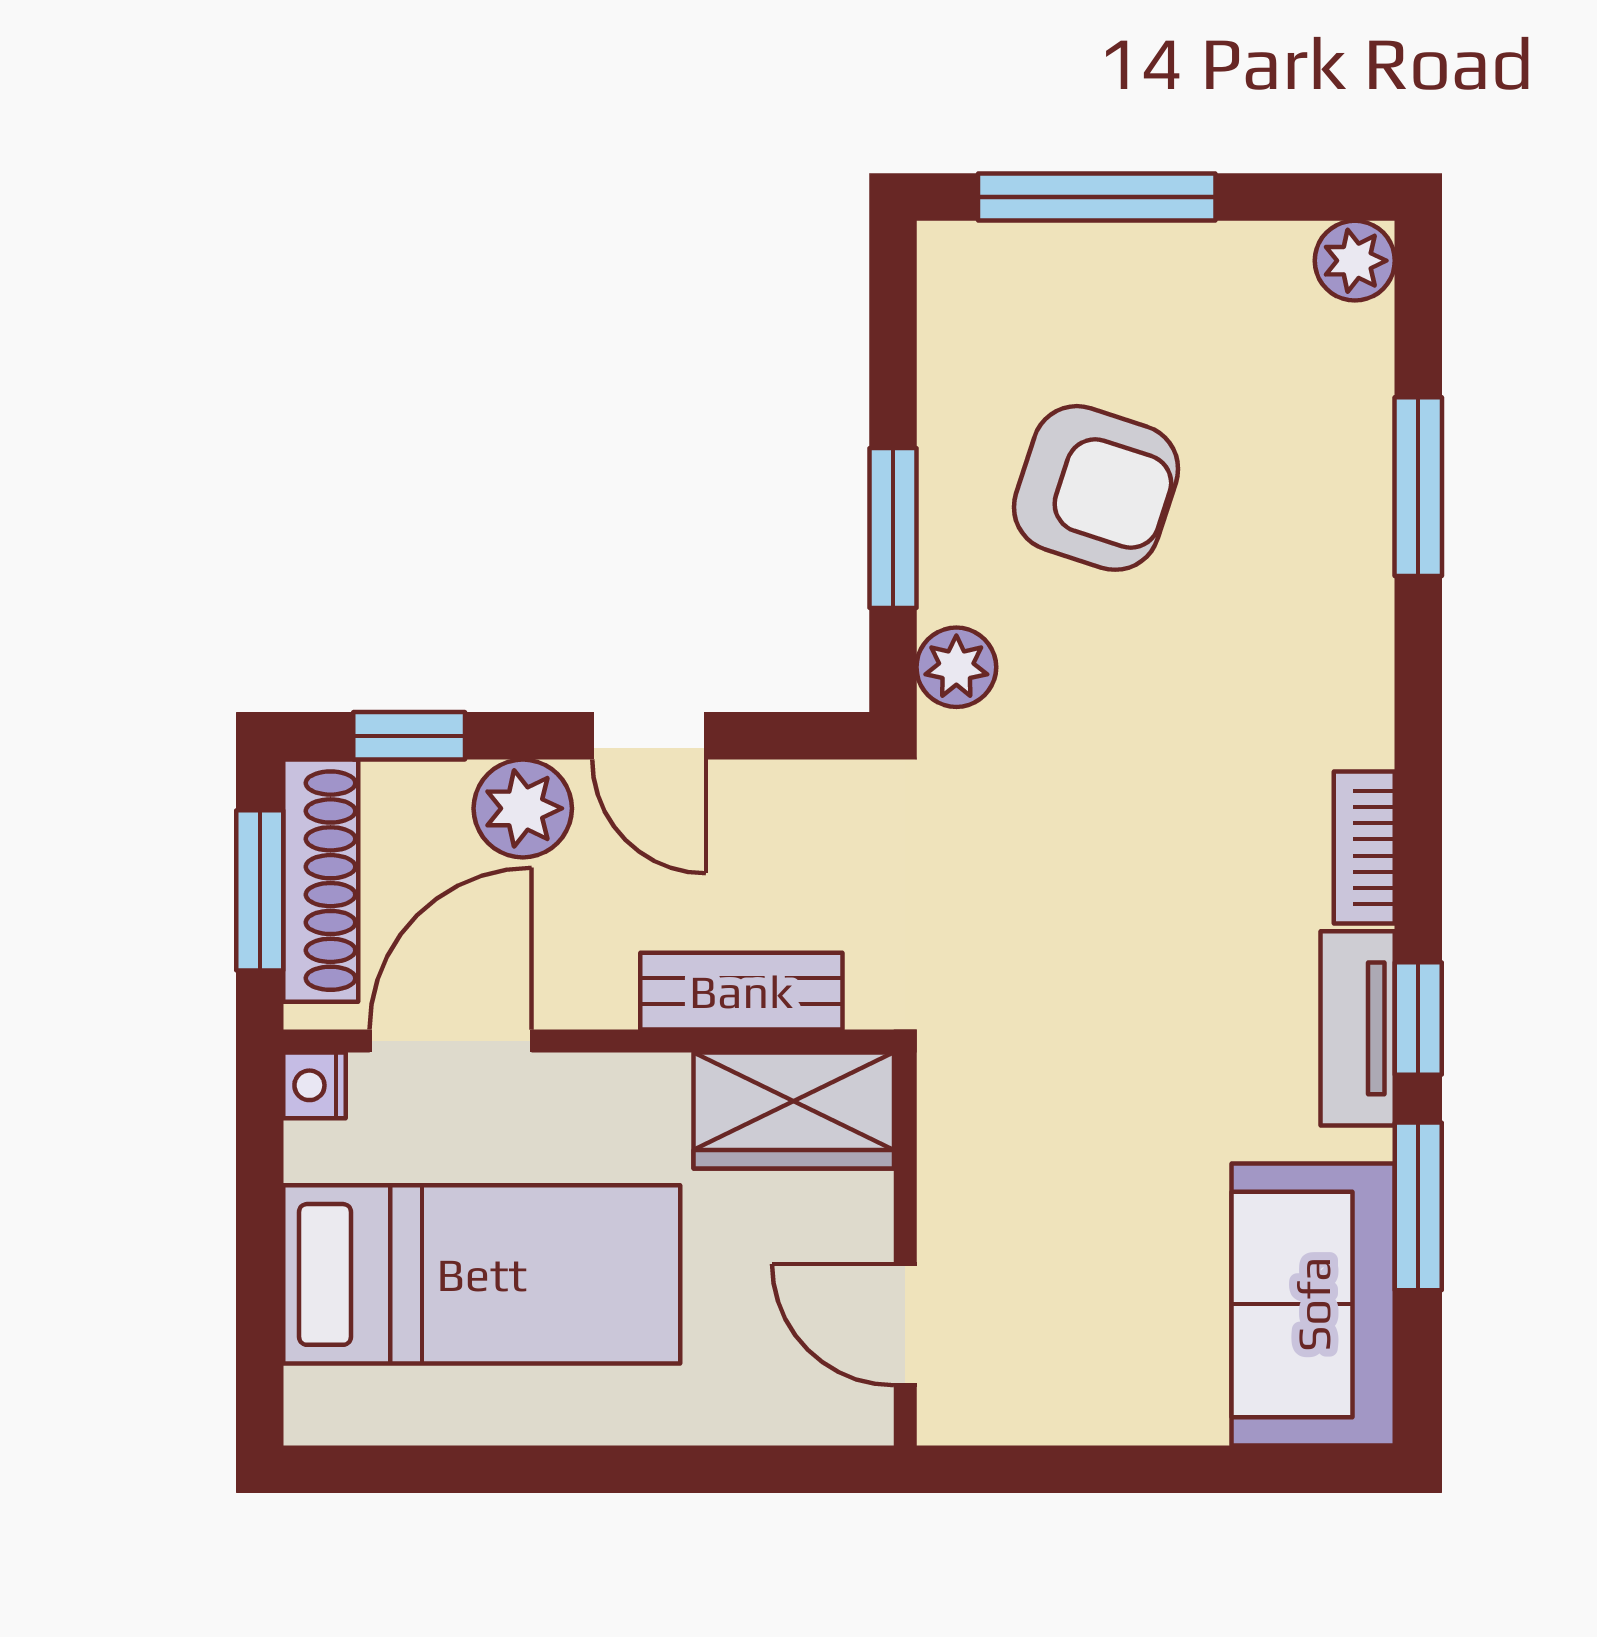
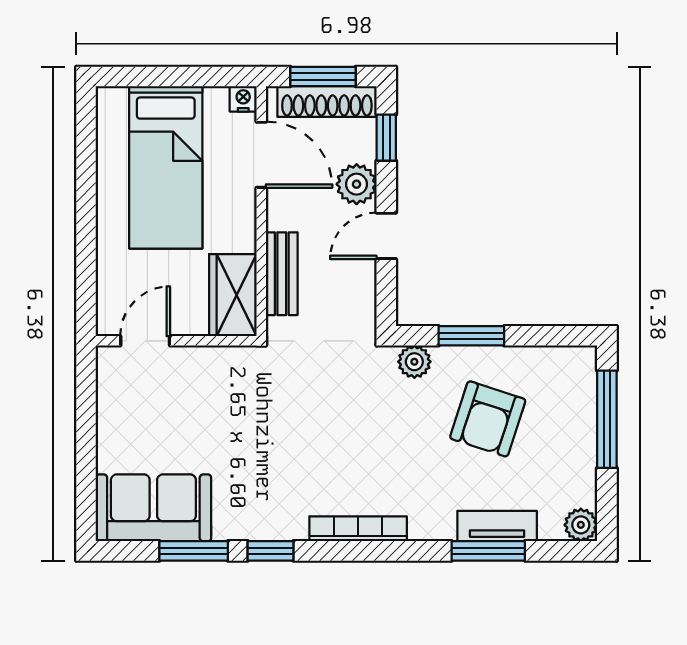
bookcase: (1364, 847) -> (358, 529), width x1.56
tv unit: (1358, 1028) -> (497, 526), moved

